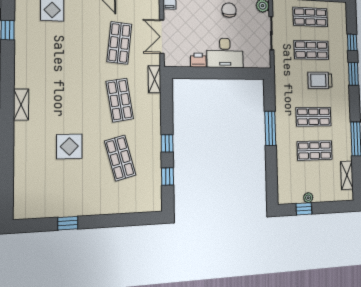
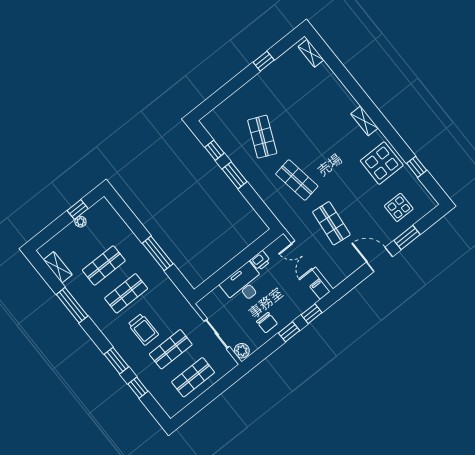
double door: (162, 37) -> (303, 255), swing flipped
shelving: (155, 79) -> (311, 53), moved
trolley: (320, 80) -> (143, 329), turned 90
window: (167, 143) -> (235, 175), width x1.50
display table: (69, 146) -> (382, 163), moved, width x1.36, depth x1.36
shop shelf: (120, 158) -> (262, 137), turned 39

